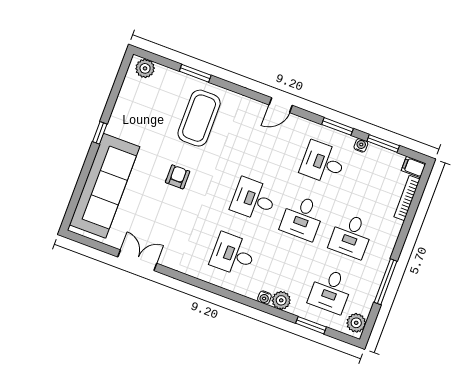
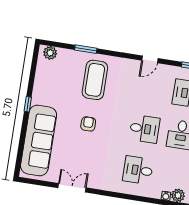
desk: (254, 199) -> (144, 129), turned 180

